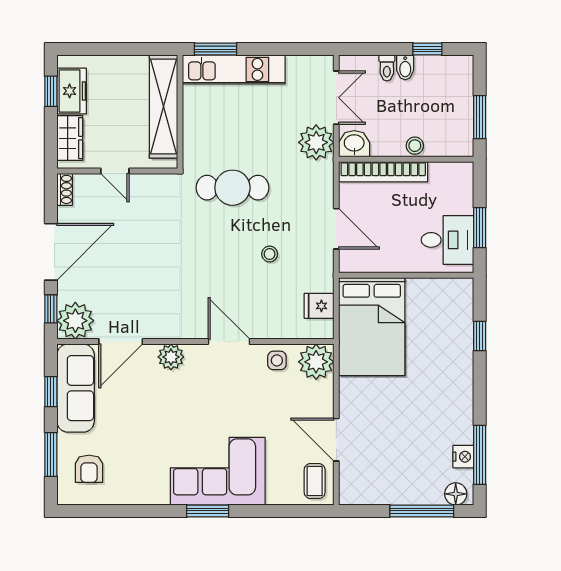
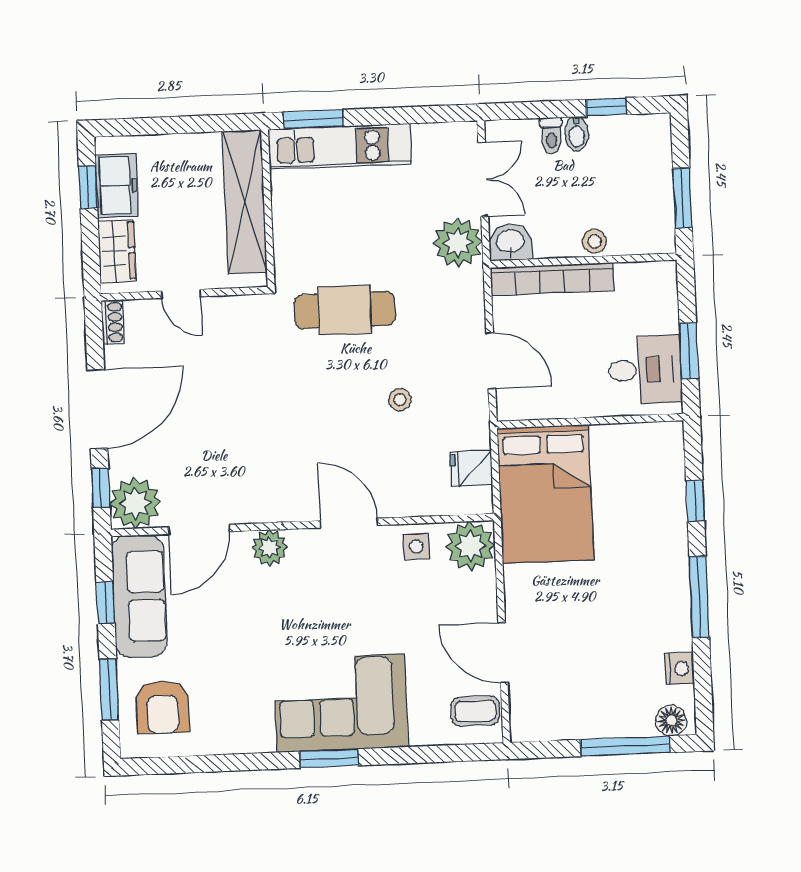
window: (480, 455) -> (699, 597), moved
armchair: (89, 469) -> (163, 707), width x1.38, depth x1.38
coffee table: (315, 481) -> (475, 711), turned 90

